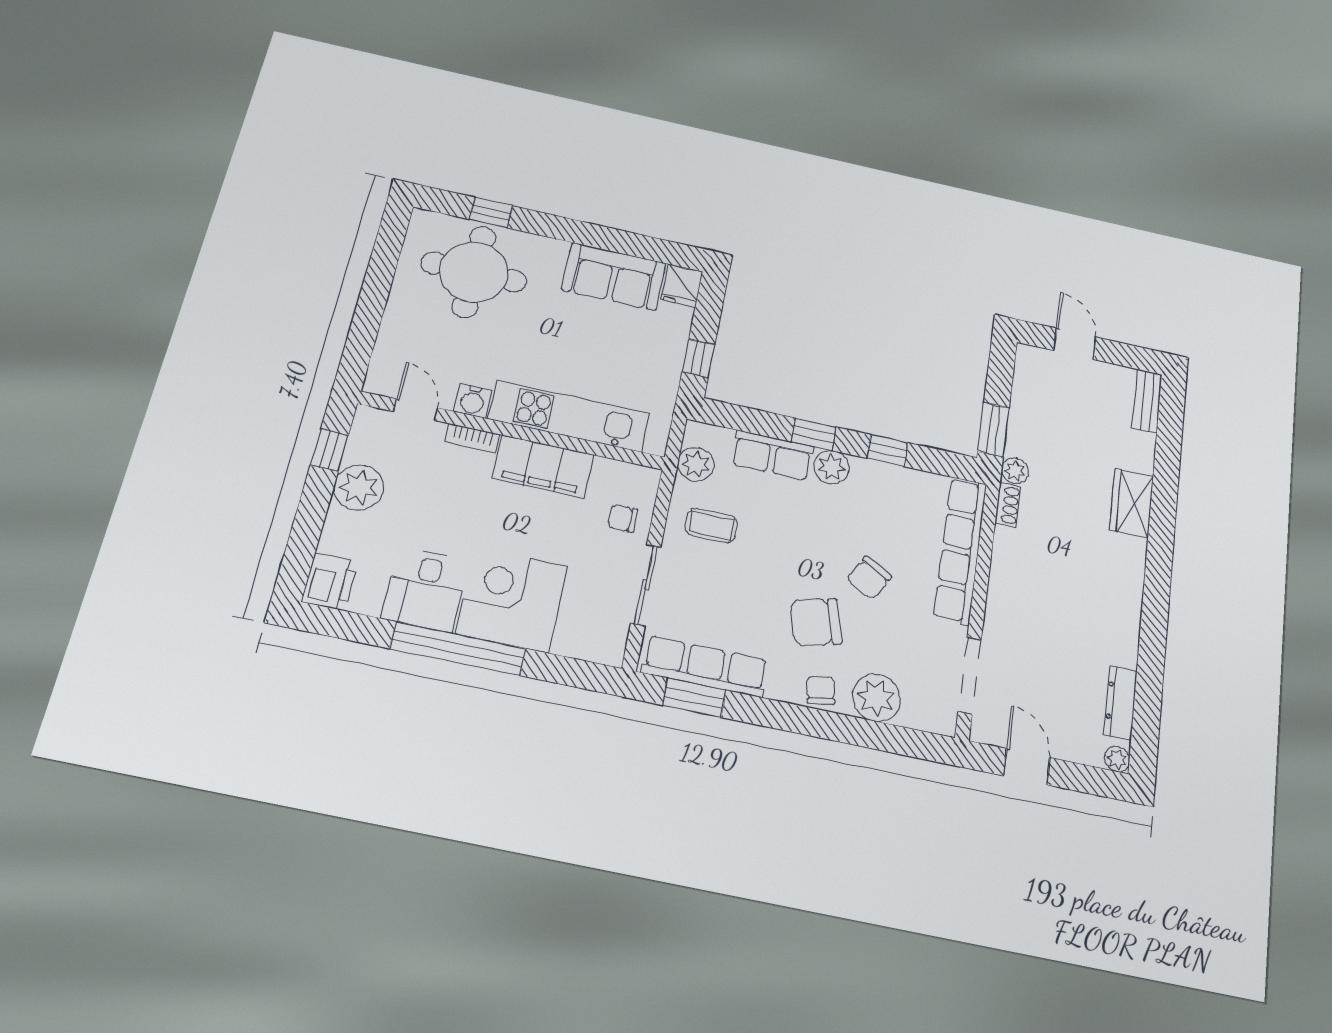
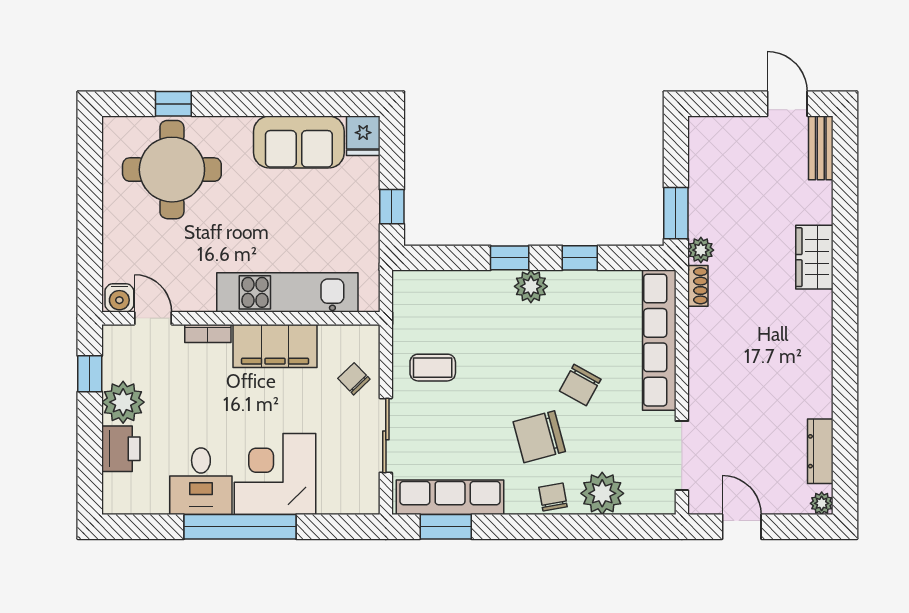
door: (1075, 344) -> (787, 104), moved
water cooler: (473, 401) -> (119, 298), moved
row of seats: (772, 455) -> (475, 287), removed
plant: (696, 464) -> (408, 312), removed
chair: (623, 518) -> (354, 379), turned 46
printer: (330, 582) -> (121, 449), moved

